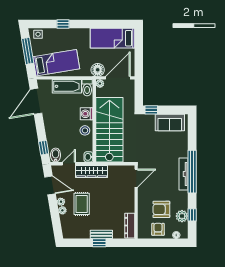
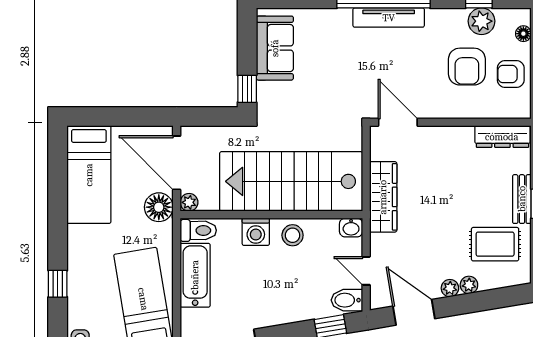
wardrobe: (92, 171) -> (383, 197), moved
door: (50, 185) -> (414, 312), hinge flipped
rug: (82, 204) -> (495, 244), moved

